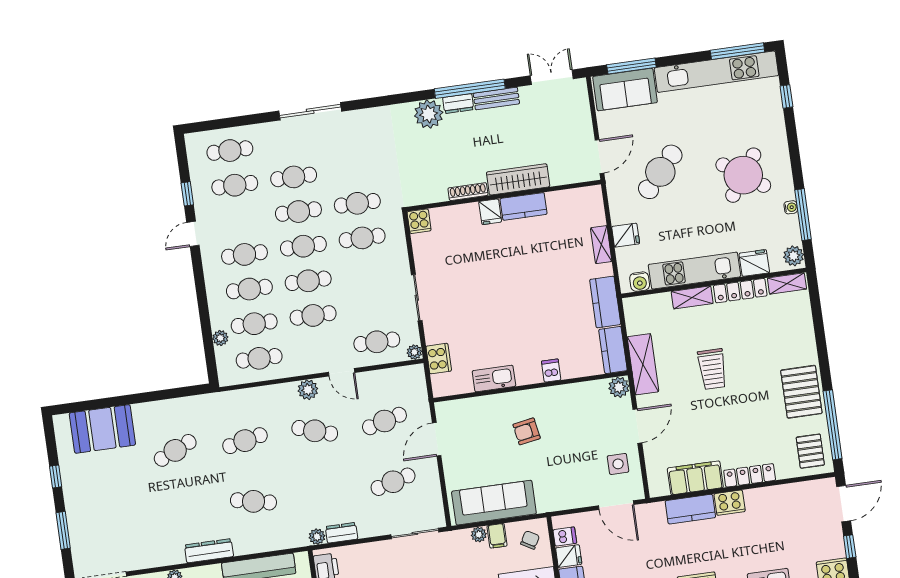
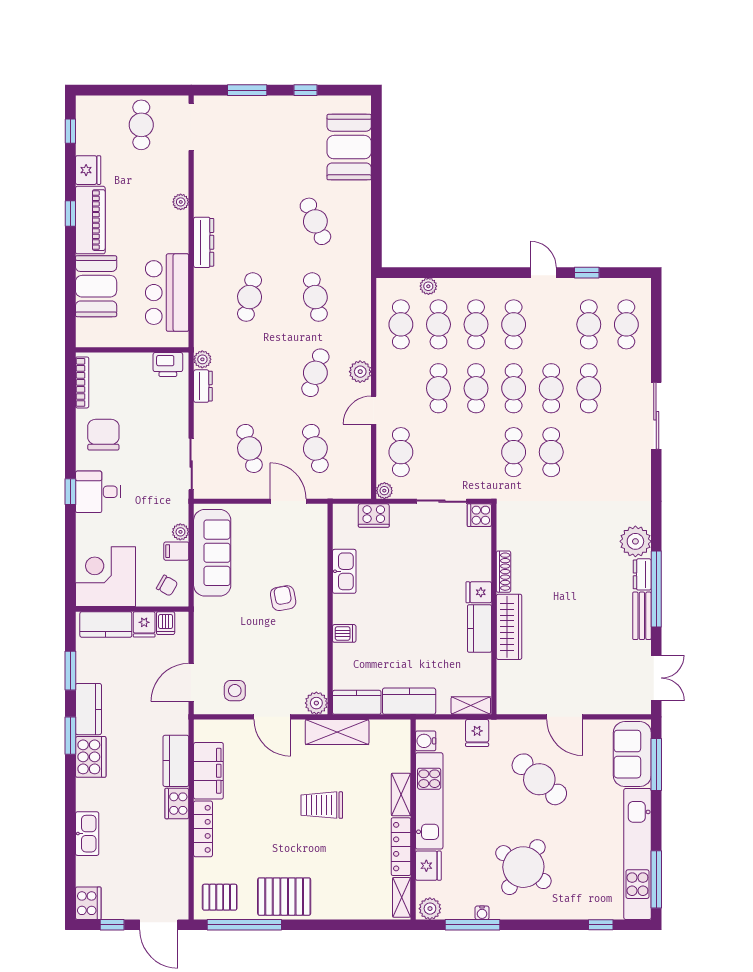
wardrobe: (518, 179) -> (509, 627), moved
shoe rack: (468, 192) -> (503, 572), moved
wall: (504, 196) -> (494, 609), moved
kitchen counter: (523, 206) -> (479, 629), moved
fridge: (490, 212) -> (479, 592), moved
cooker: (419, 221) -> (479, 515), moved

